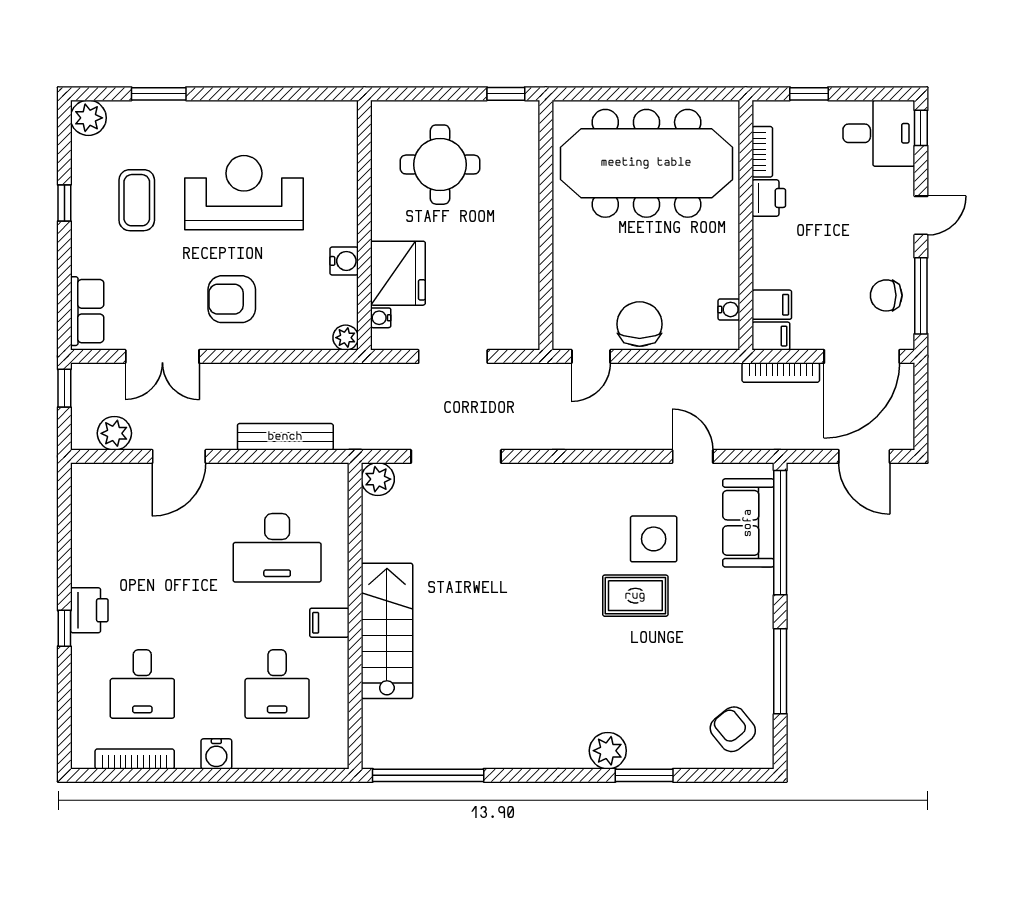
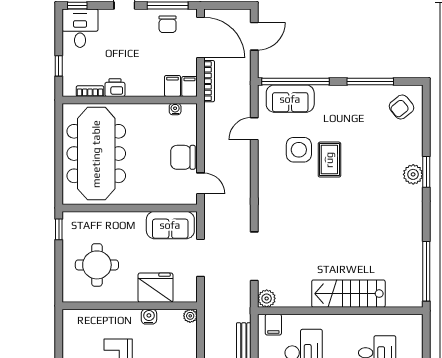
sofa: (514, 301) -> (170, 225), added
water cooler: (381, 318) -> (180, 297), removed
filing cabinet: (329, 623) -> (273, 325), moved
window: (644, 775) -> (426, 172), moved

